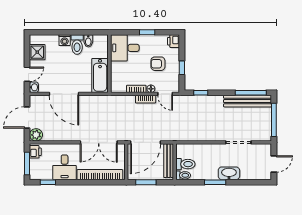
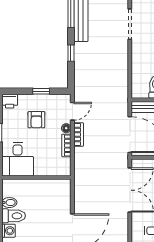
bathtub: (100, 76) -> (50, 189), removed
window: (201, 93) -> (71, 53), moved

